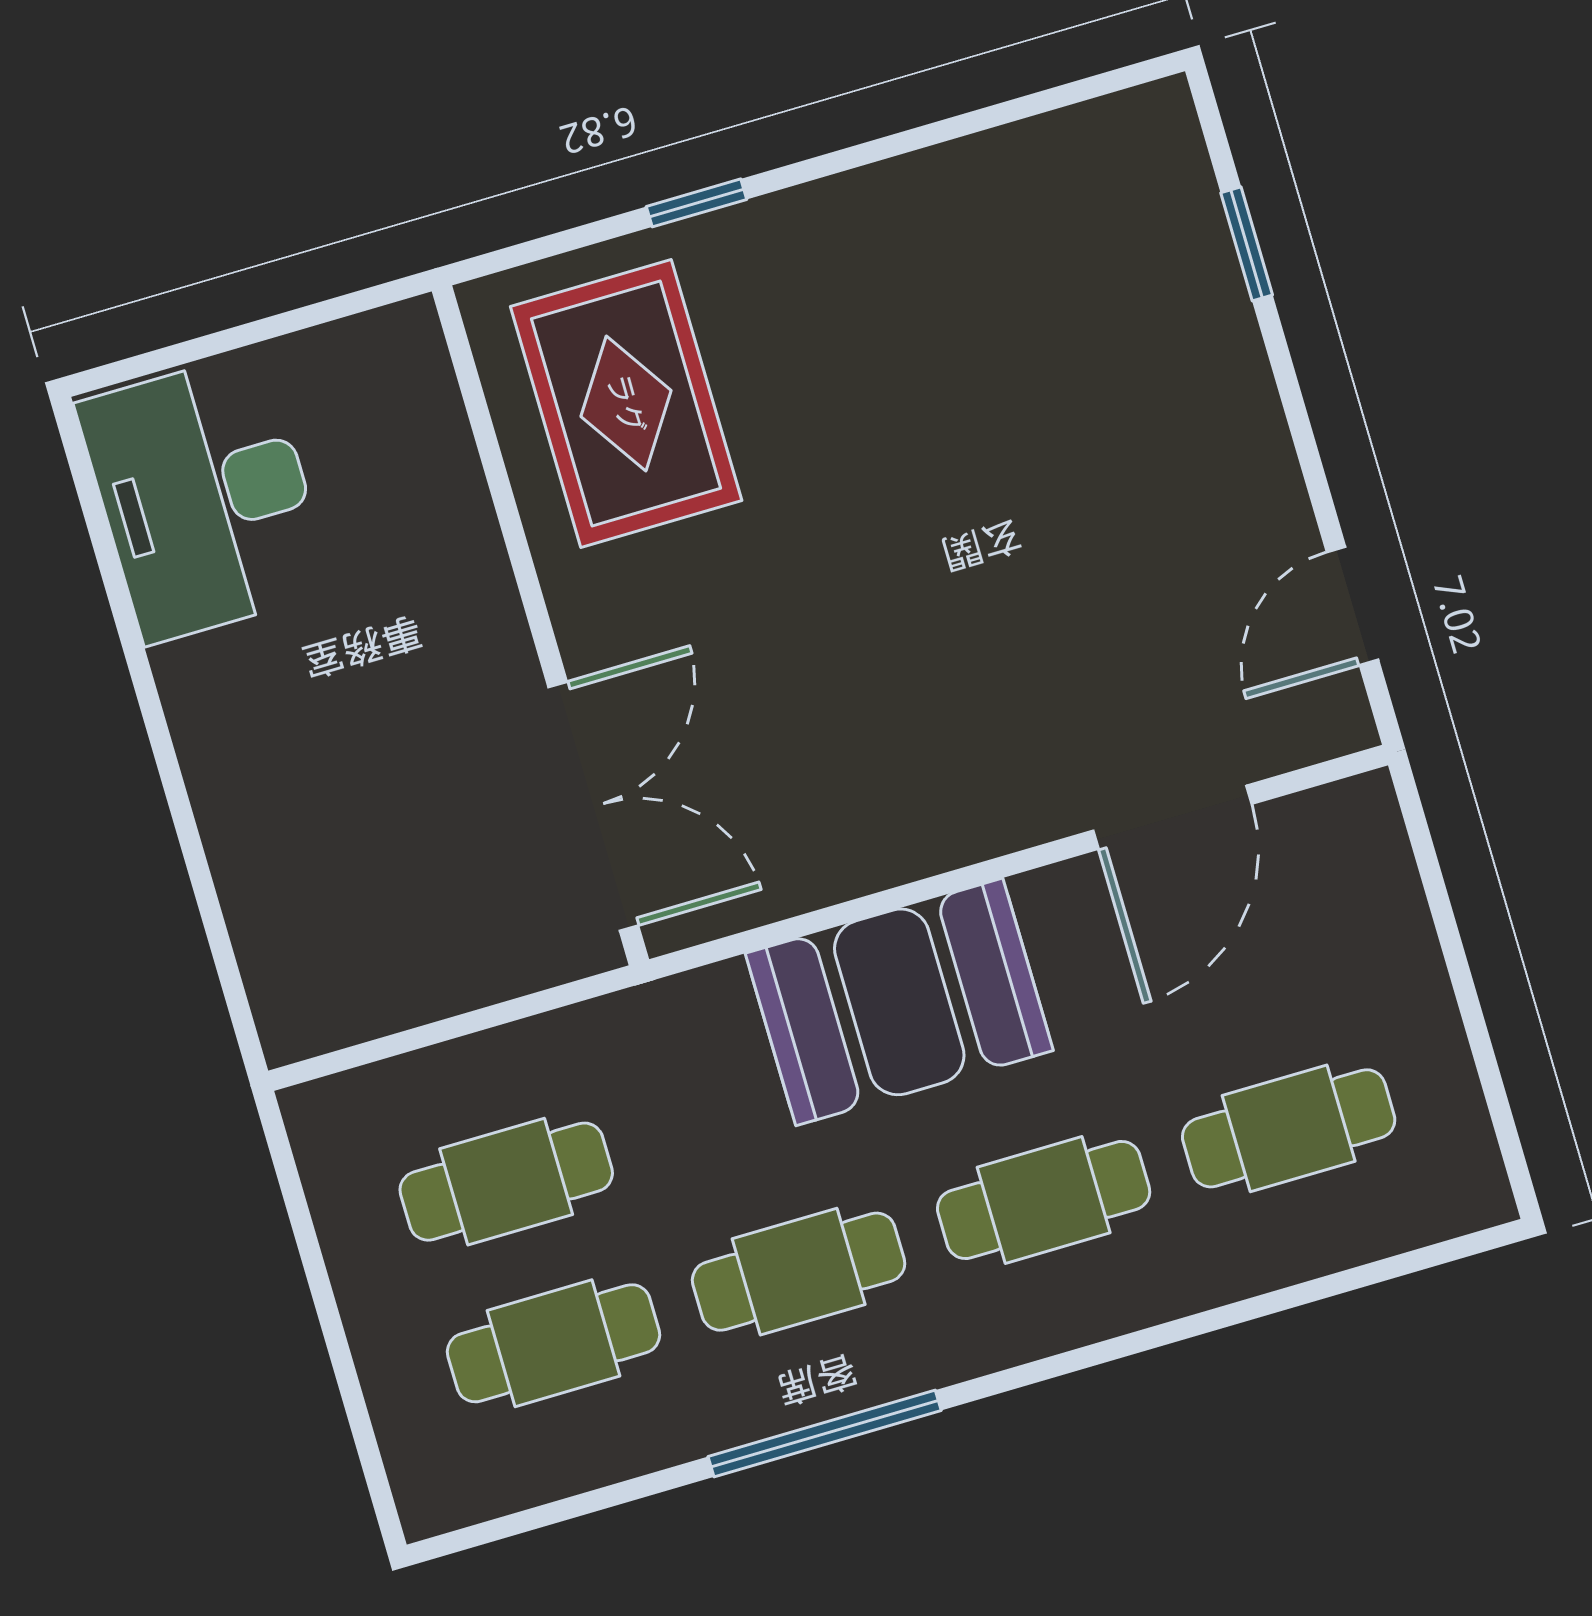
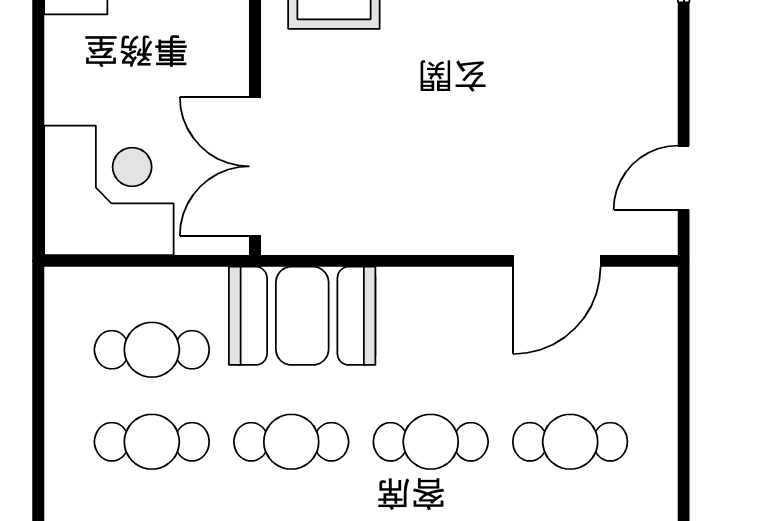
double door: (593, 806) -> (255, 166), swing flipped
corner desk: (349, 924) -> (109, 190), added
booth: (899, 1002) -> (302, 316), moved

